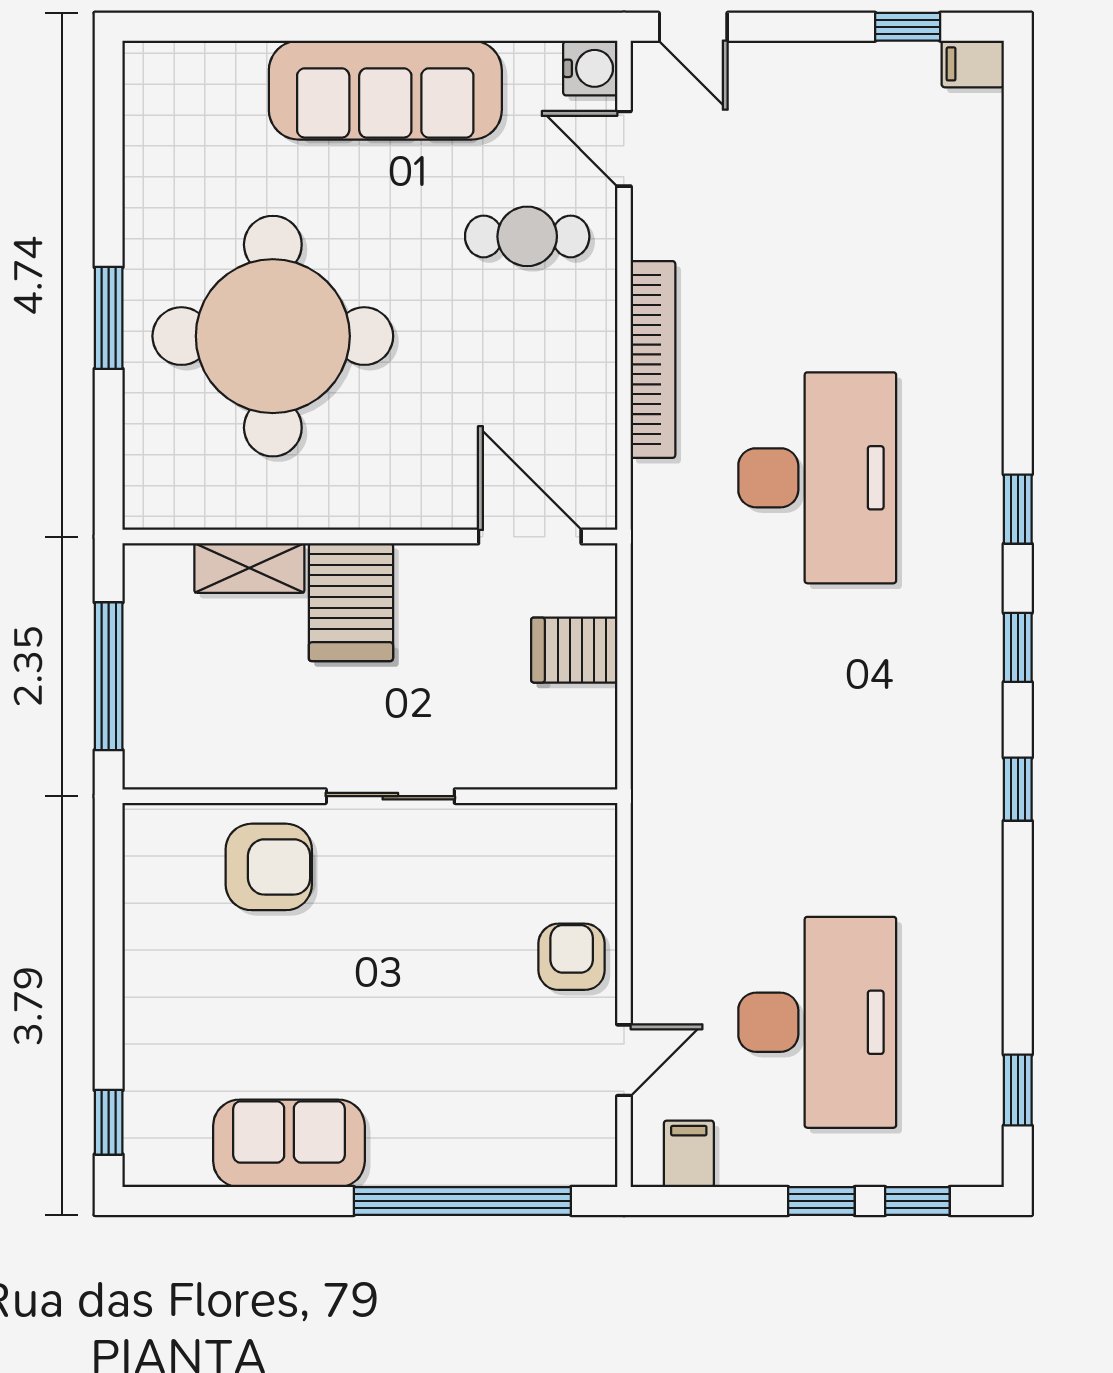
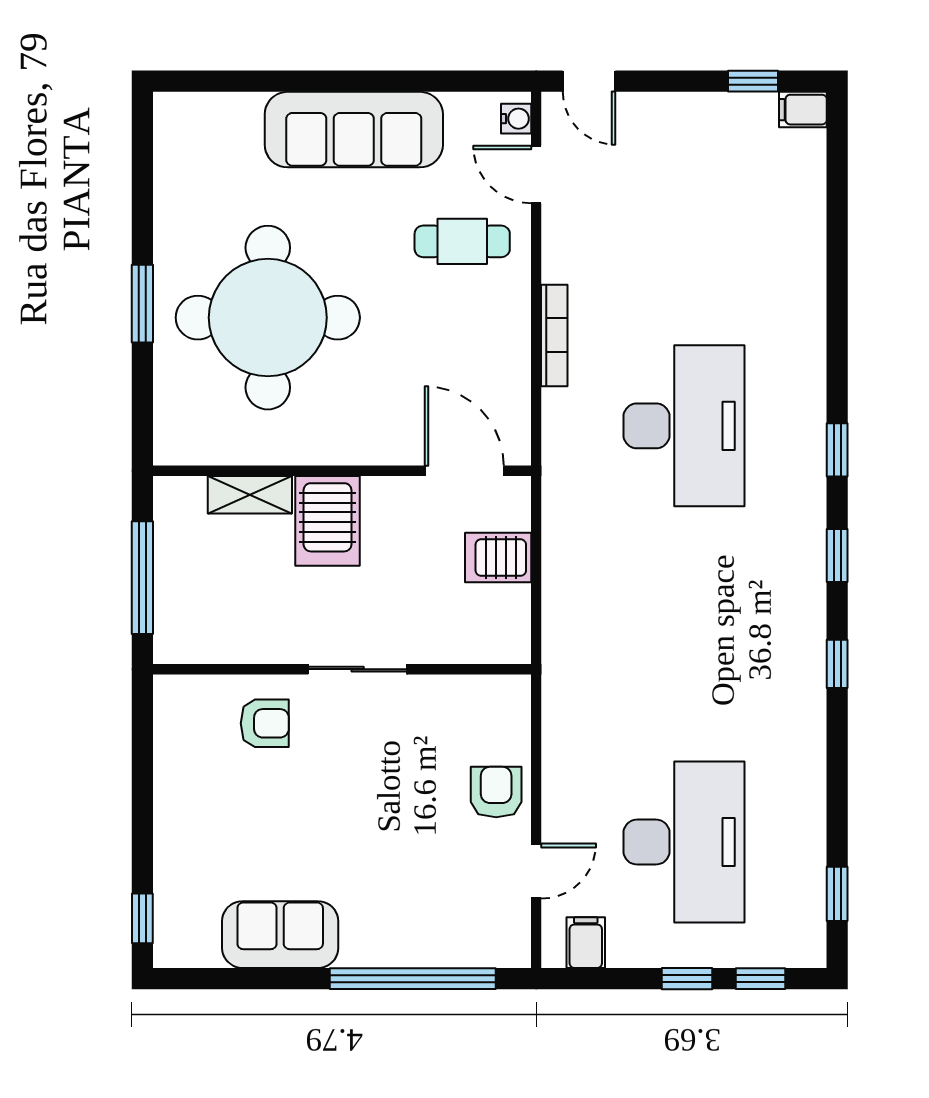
water cooler: (590, 68) -> (516, 119), width x0.72, depth x0.72
bookcase: (653, 359) -> (554, 335), width x0.68, depth x0.76
armchair: (269, 867) -> (265, 723), width x0.72, depth x0.72

